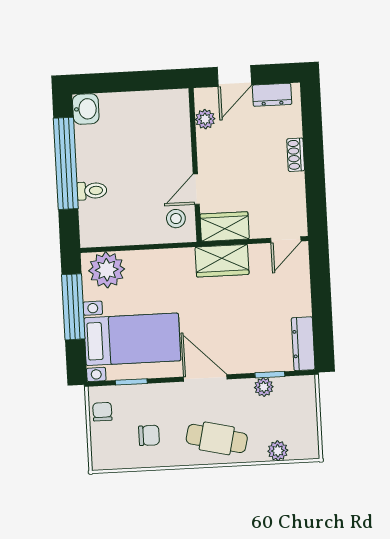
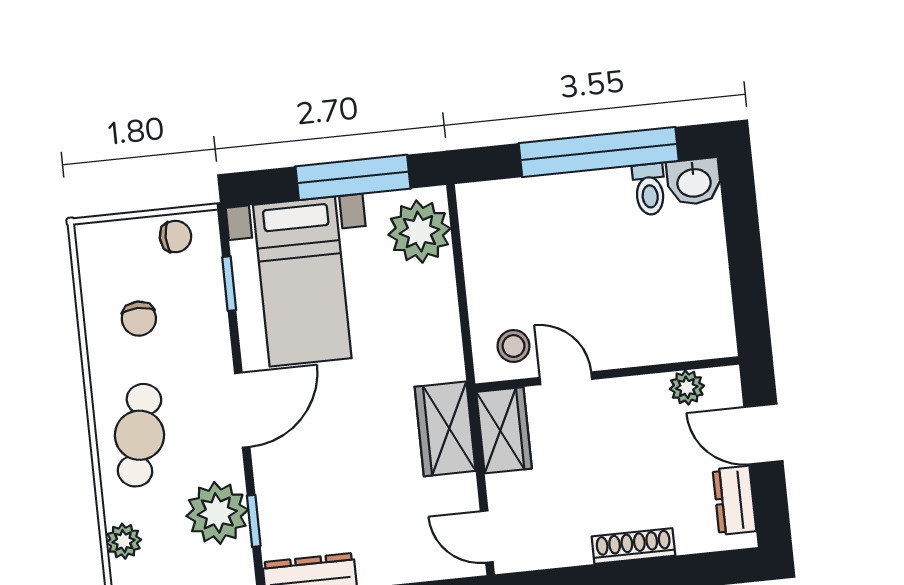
shoe rack: (296, 155) -> (633, 546), width x1.43
toilet: (92, 191) -> (649, 189), moved
plant: (264, 387) -> (217, 513), width x1.88, depth x1.88

